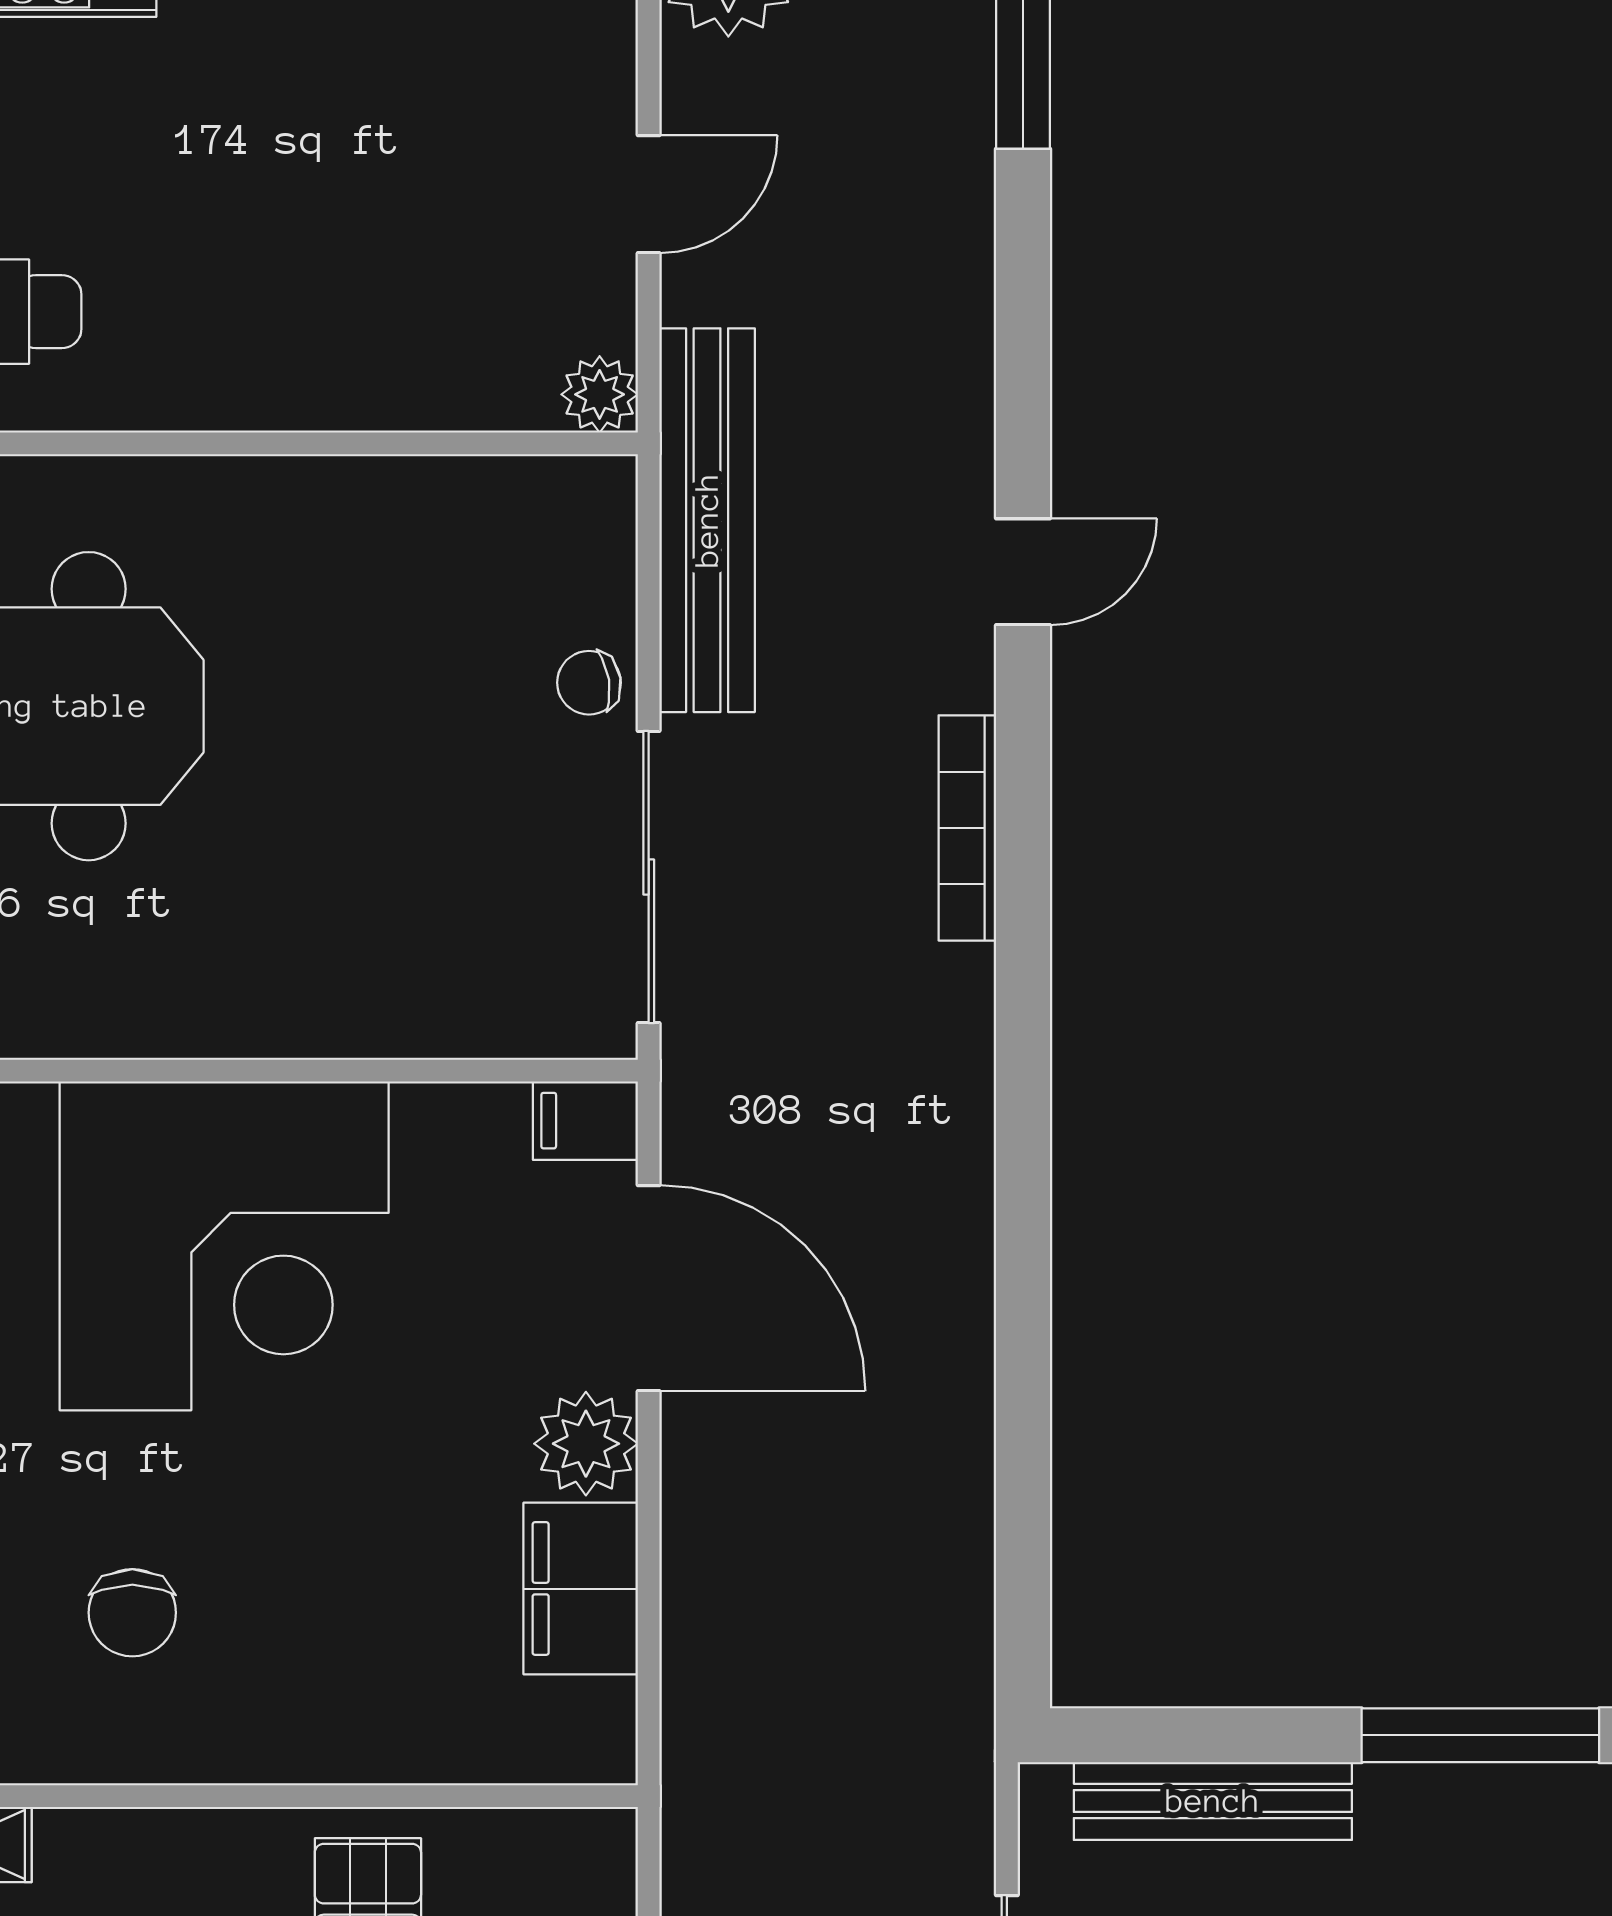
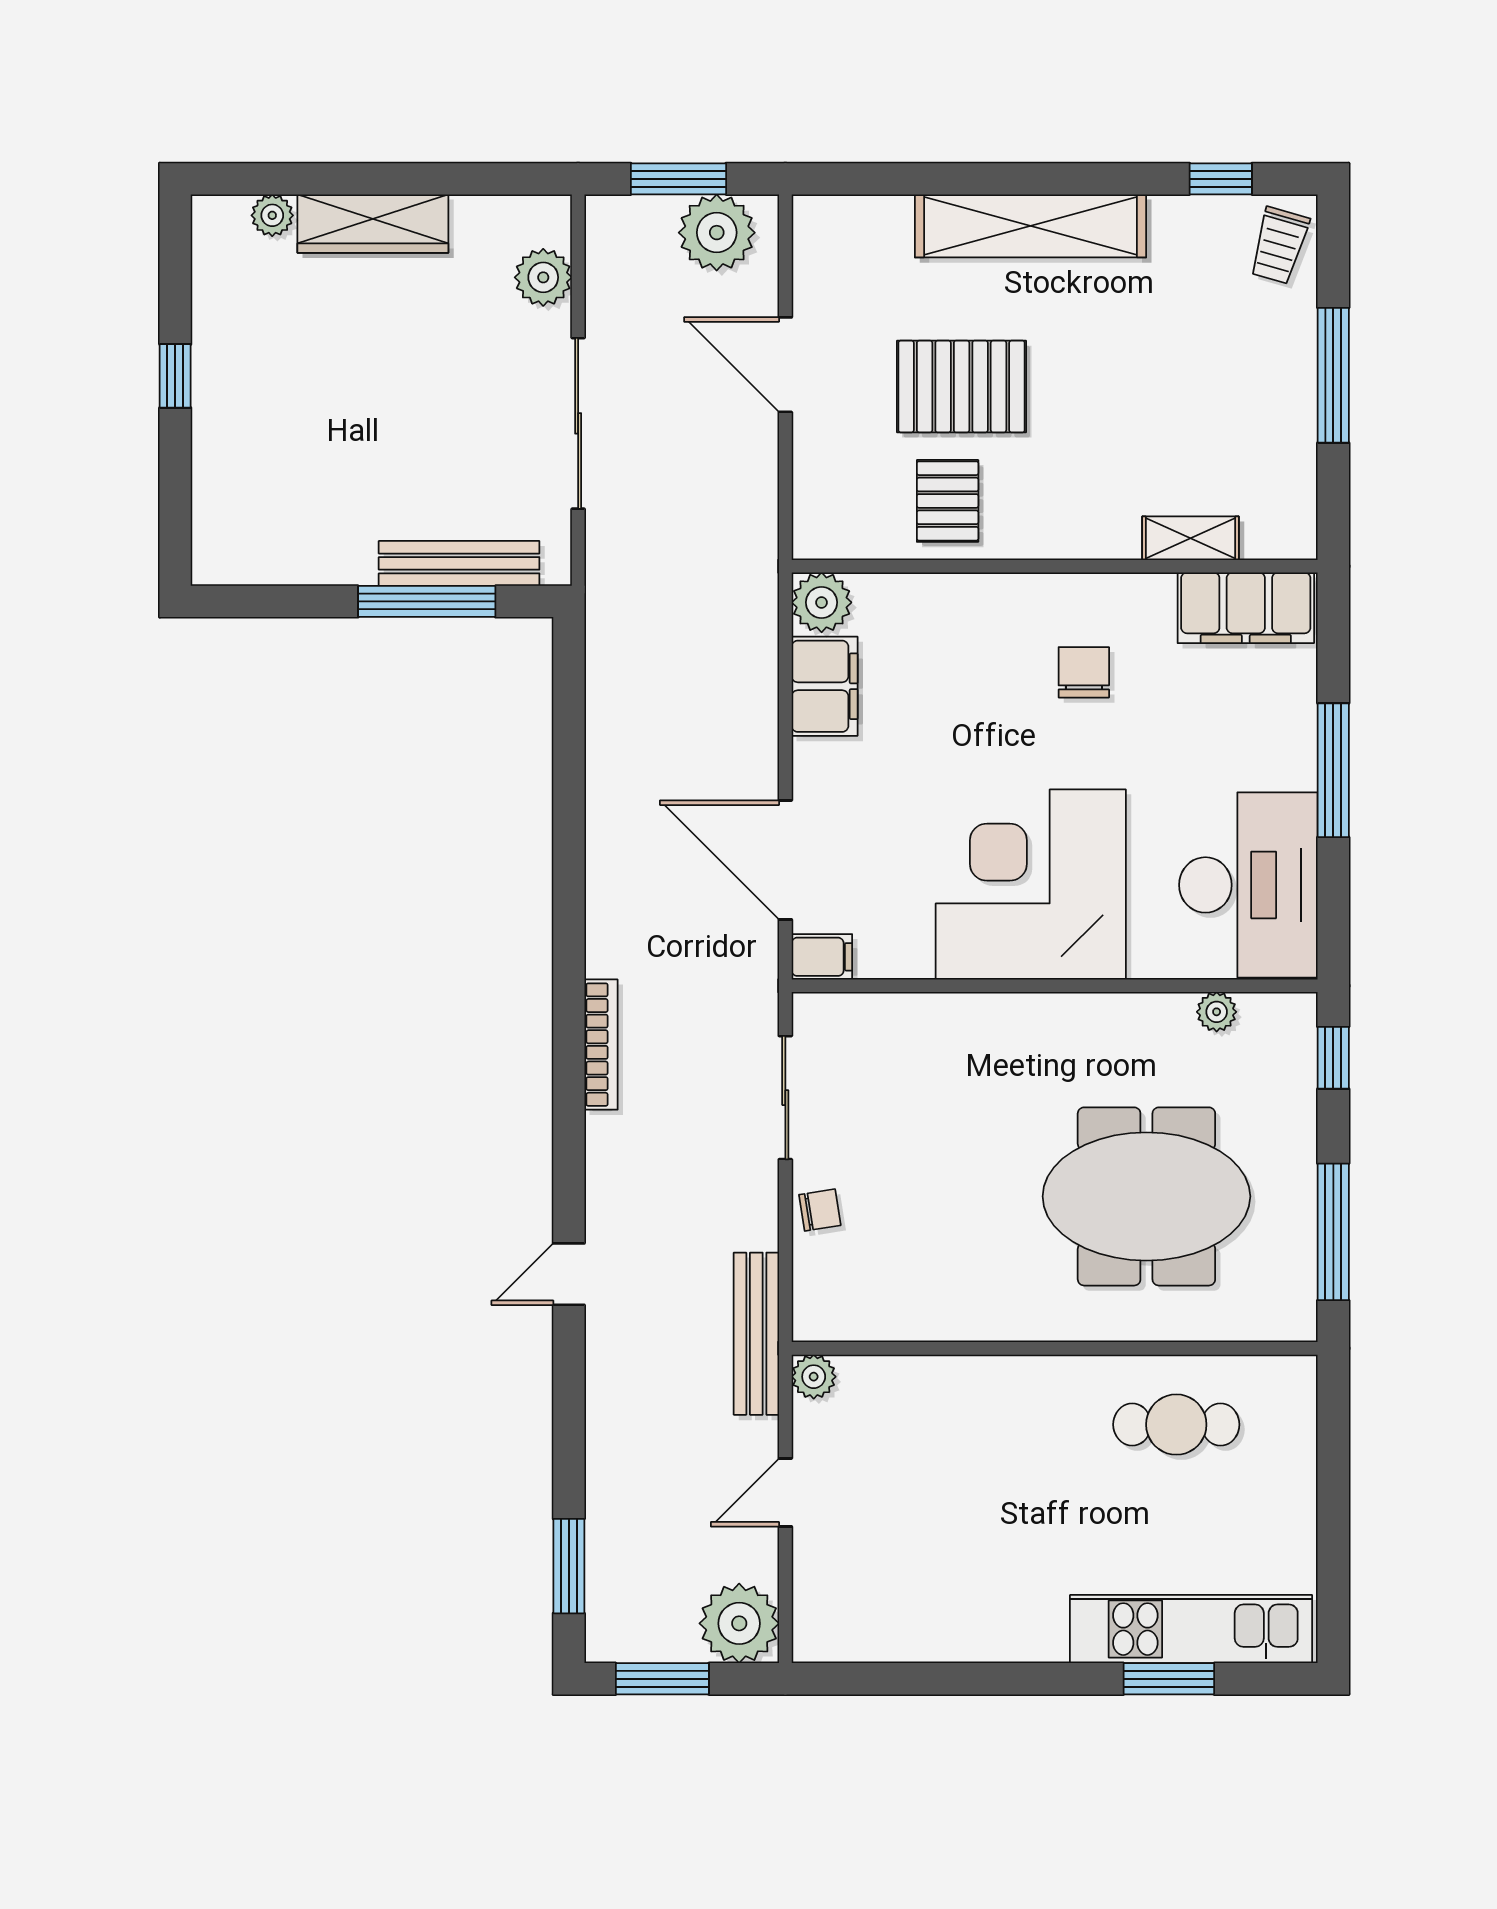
bench: (707, 520) -> (756, 1334), width x0.73, depth x0.82
bookcase: (967, 828) -> (601, 1045), moved
sliding door: (649, 877) -> (785, 1098), width x0.73
plant: (586, 1444) -> (822, 602), moved
window: (1480, 1735) -> (427, 601), moved

